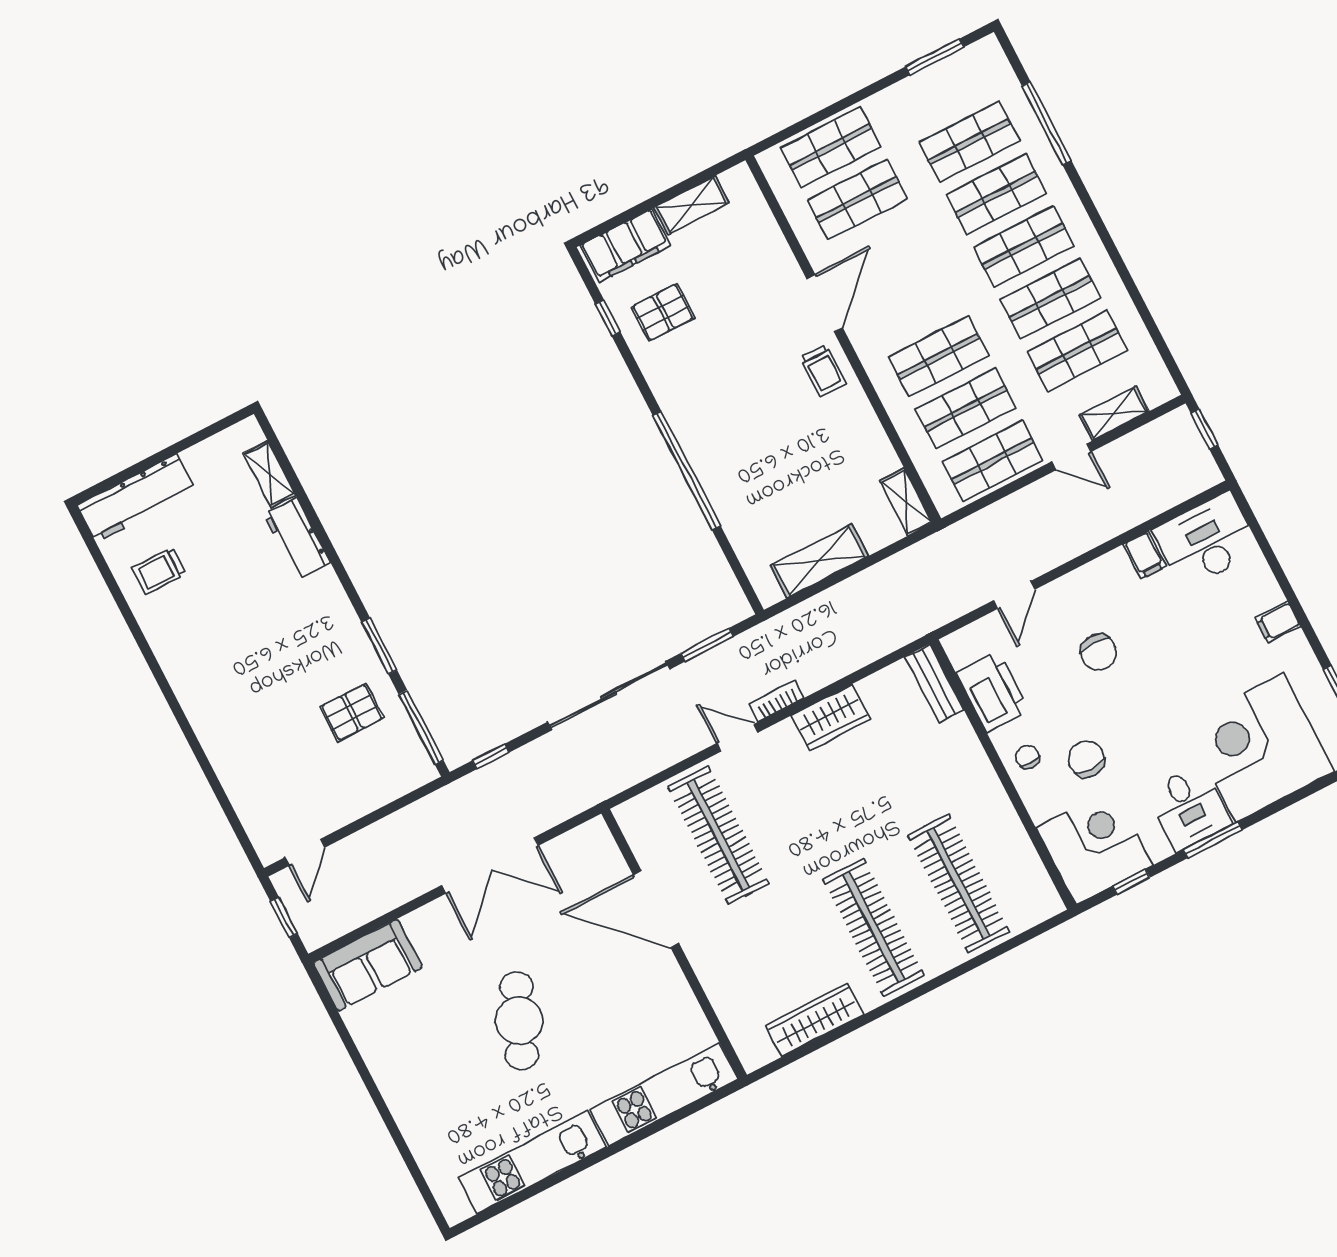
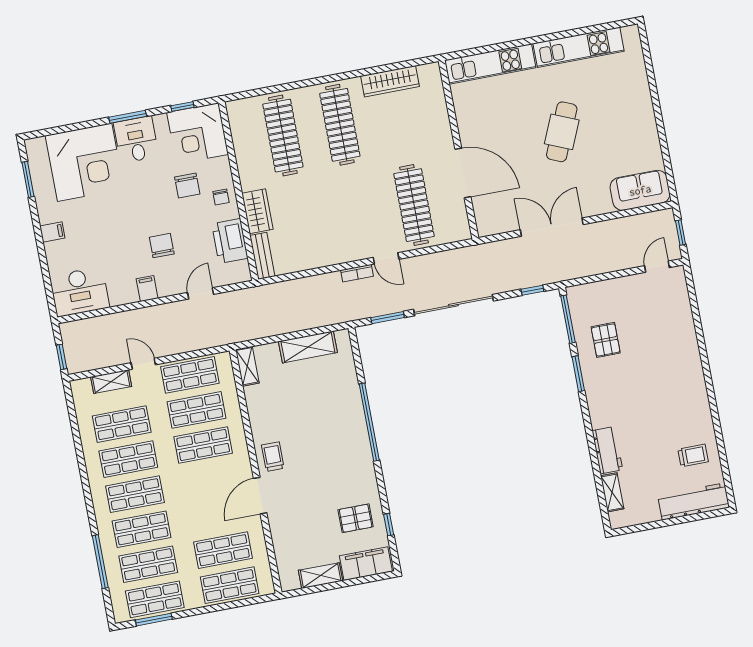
shop shelf: (942, 89) -> (155, 599), added
filing cabinet: (1145, 555) -> (147, 289), moved
pallet: (352, 712) -> (606, 340), turned 90
wardrobe: (831, 717) -> (257, 211), moved, turned 90

